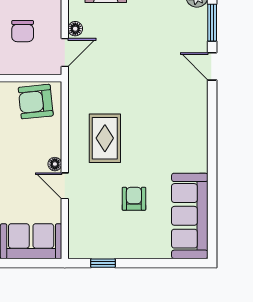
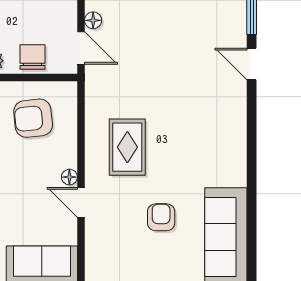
chair: (23, 31) -> (33, 57), moved, turned 180
door: (65, 53) -> (81, 48), hinge flipped
armchair: (36, 102) -> (33, 118), moved

